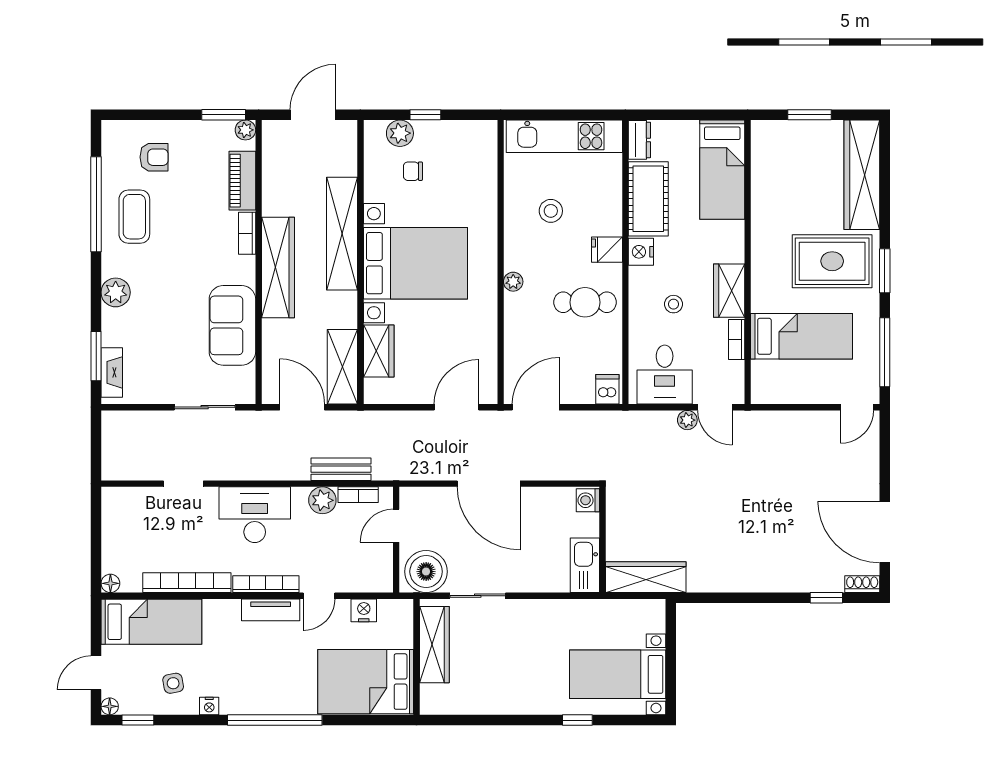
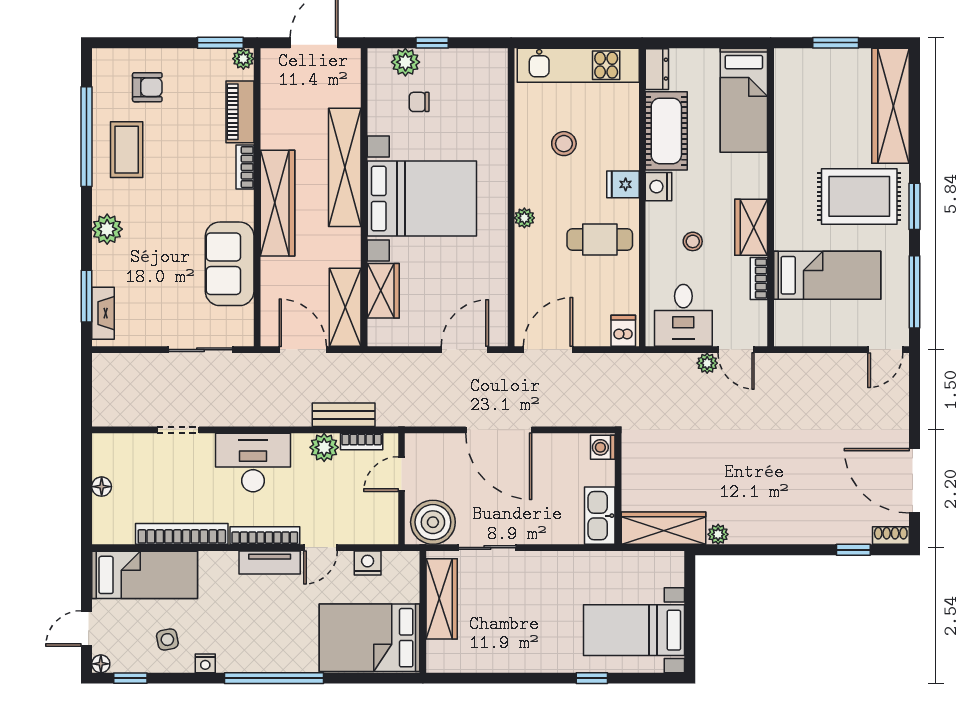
floor lamp: (110, 583) -> (102, 487), moved
plant: (698, 583) -> (718, 534), added

